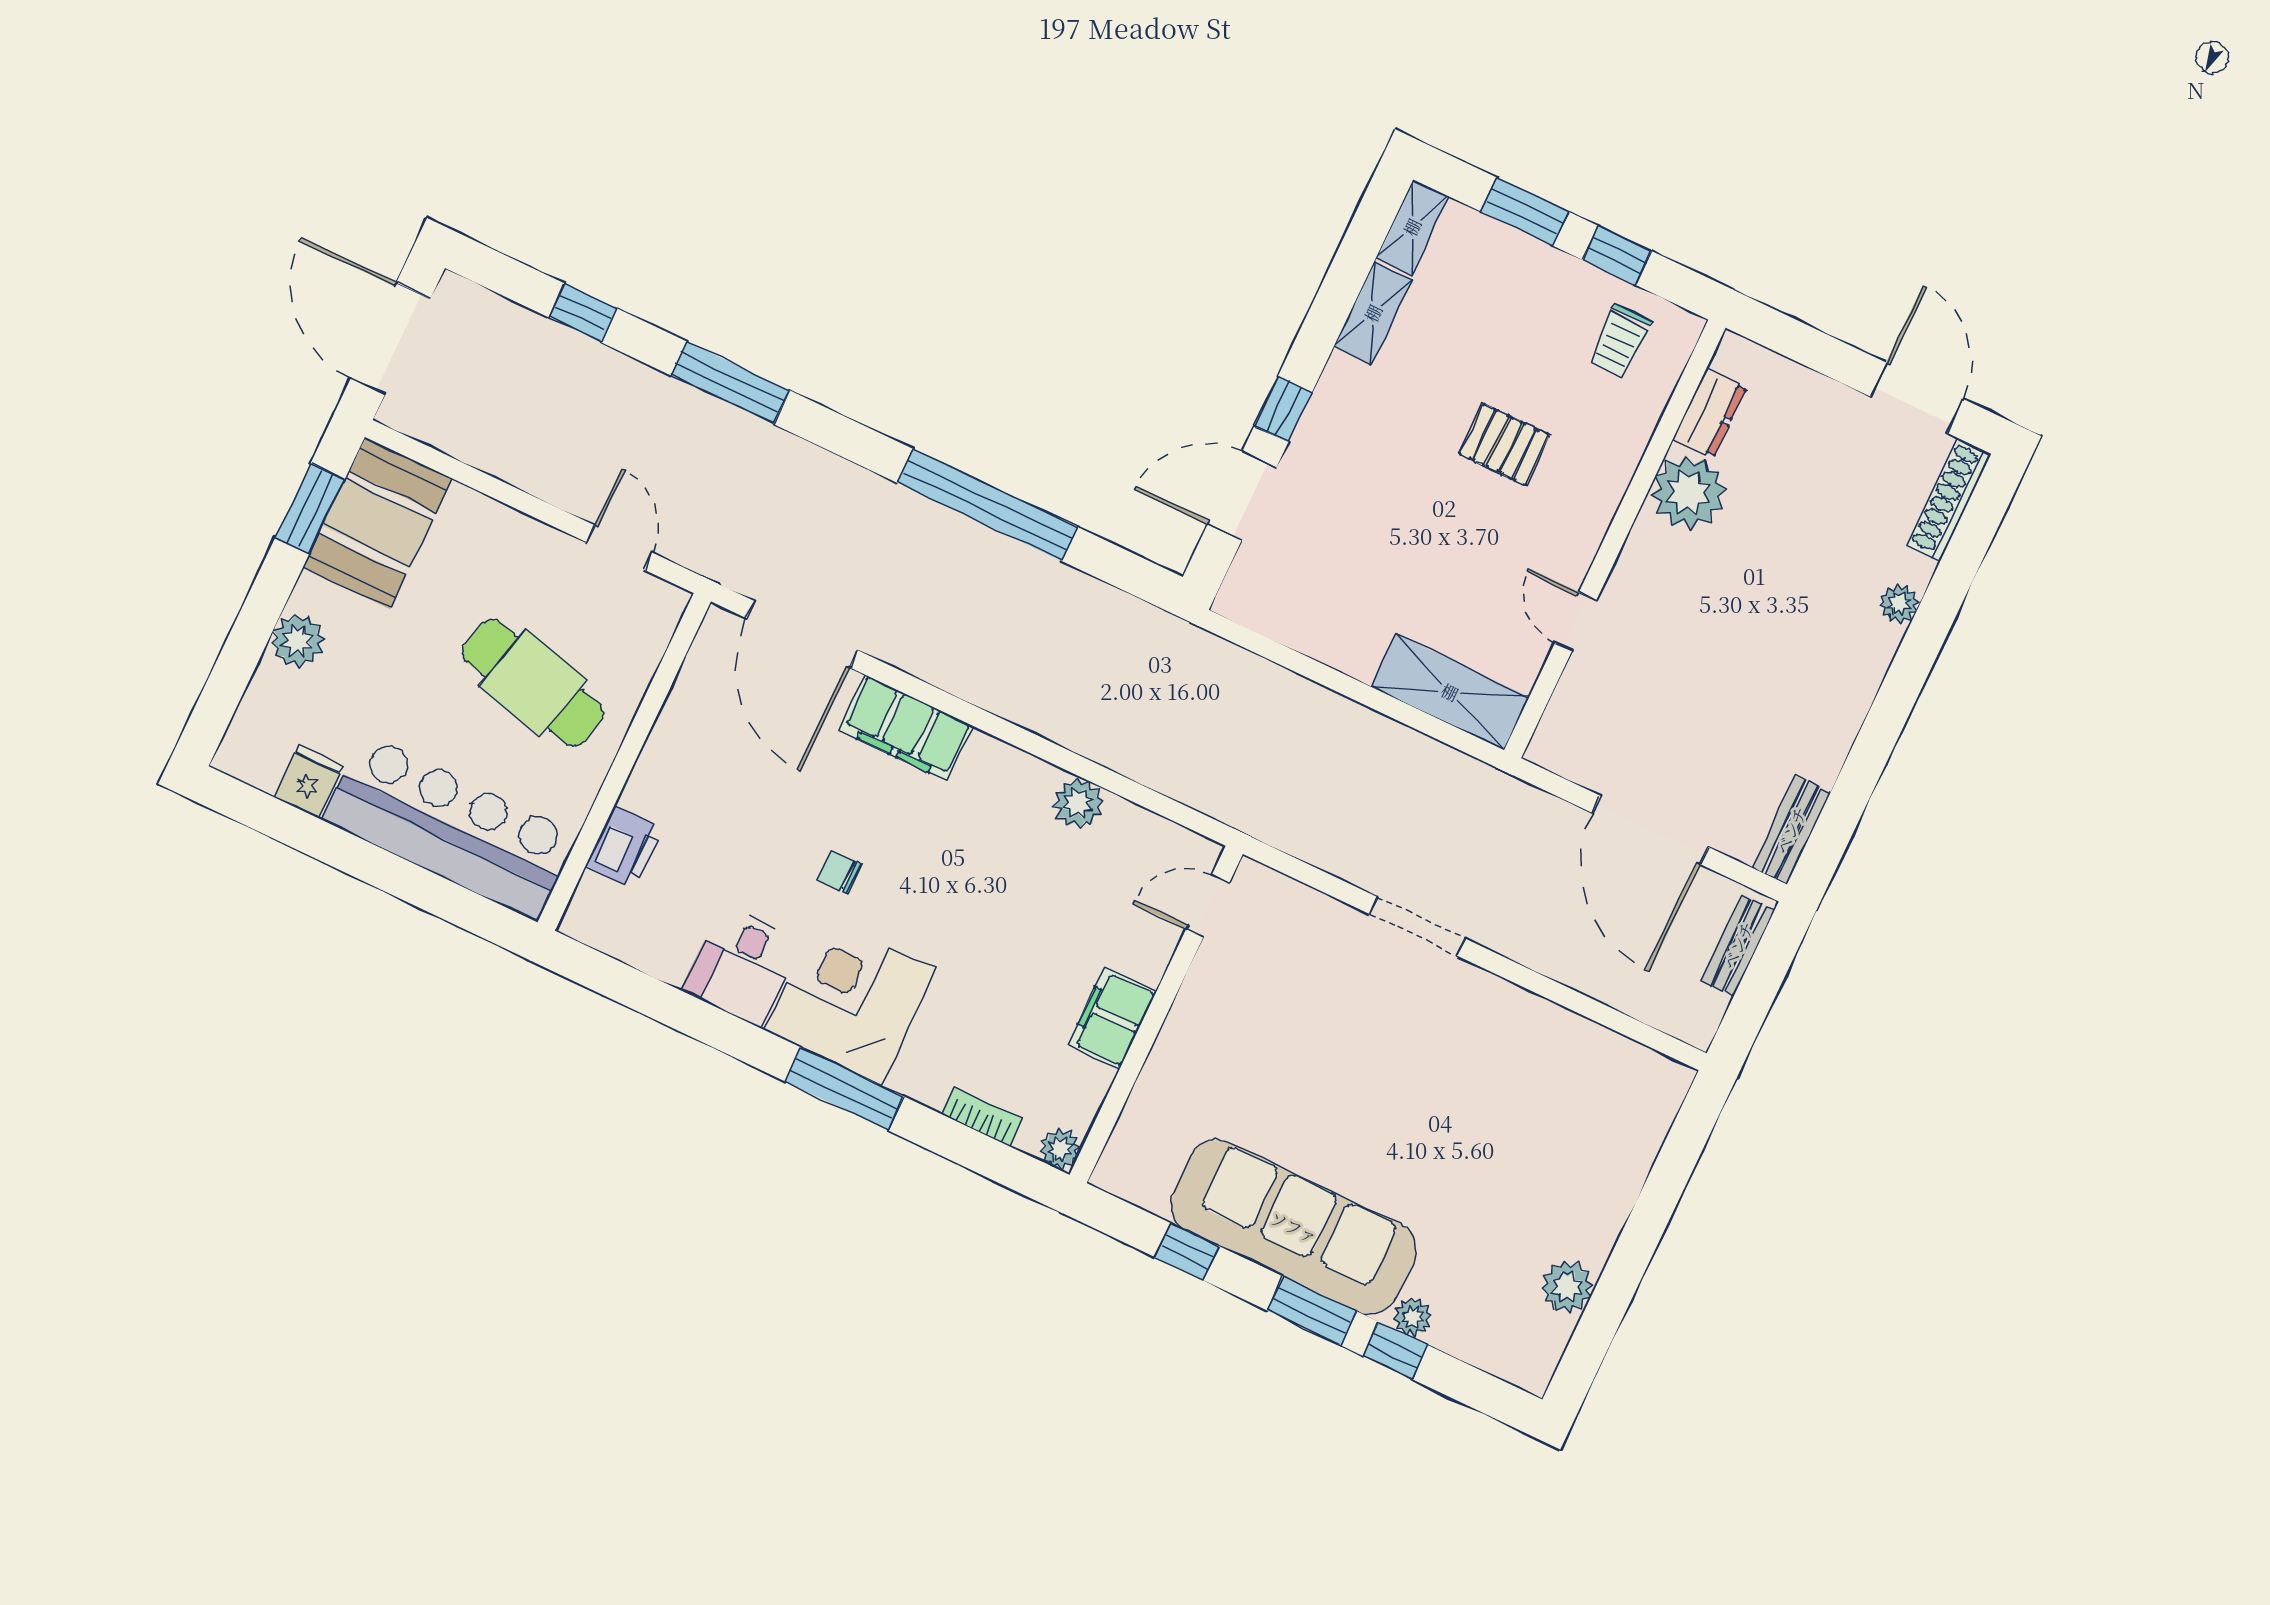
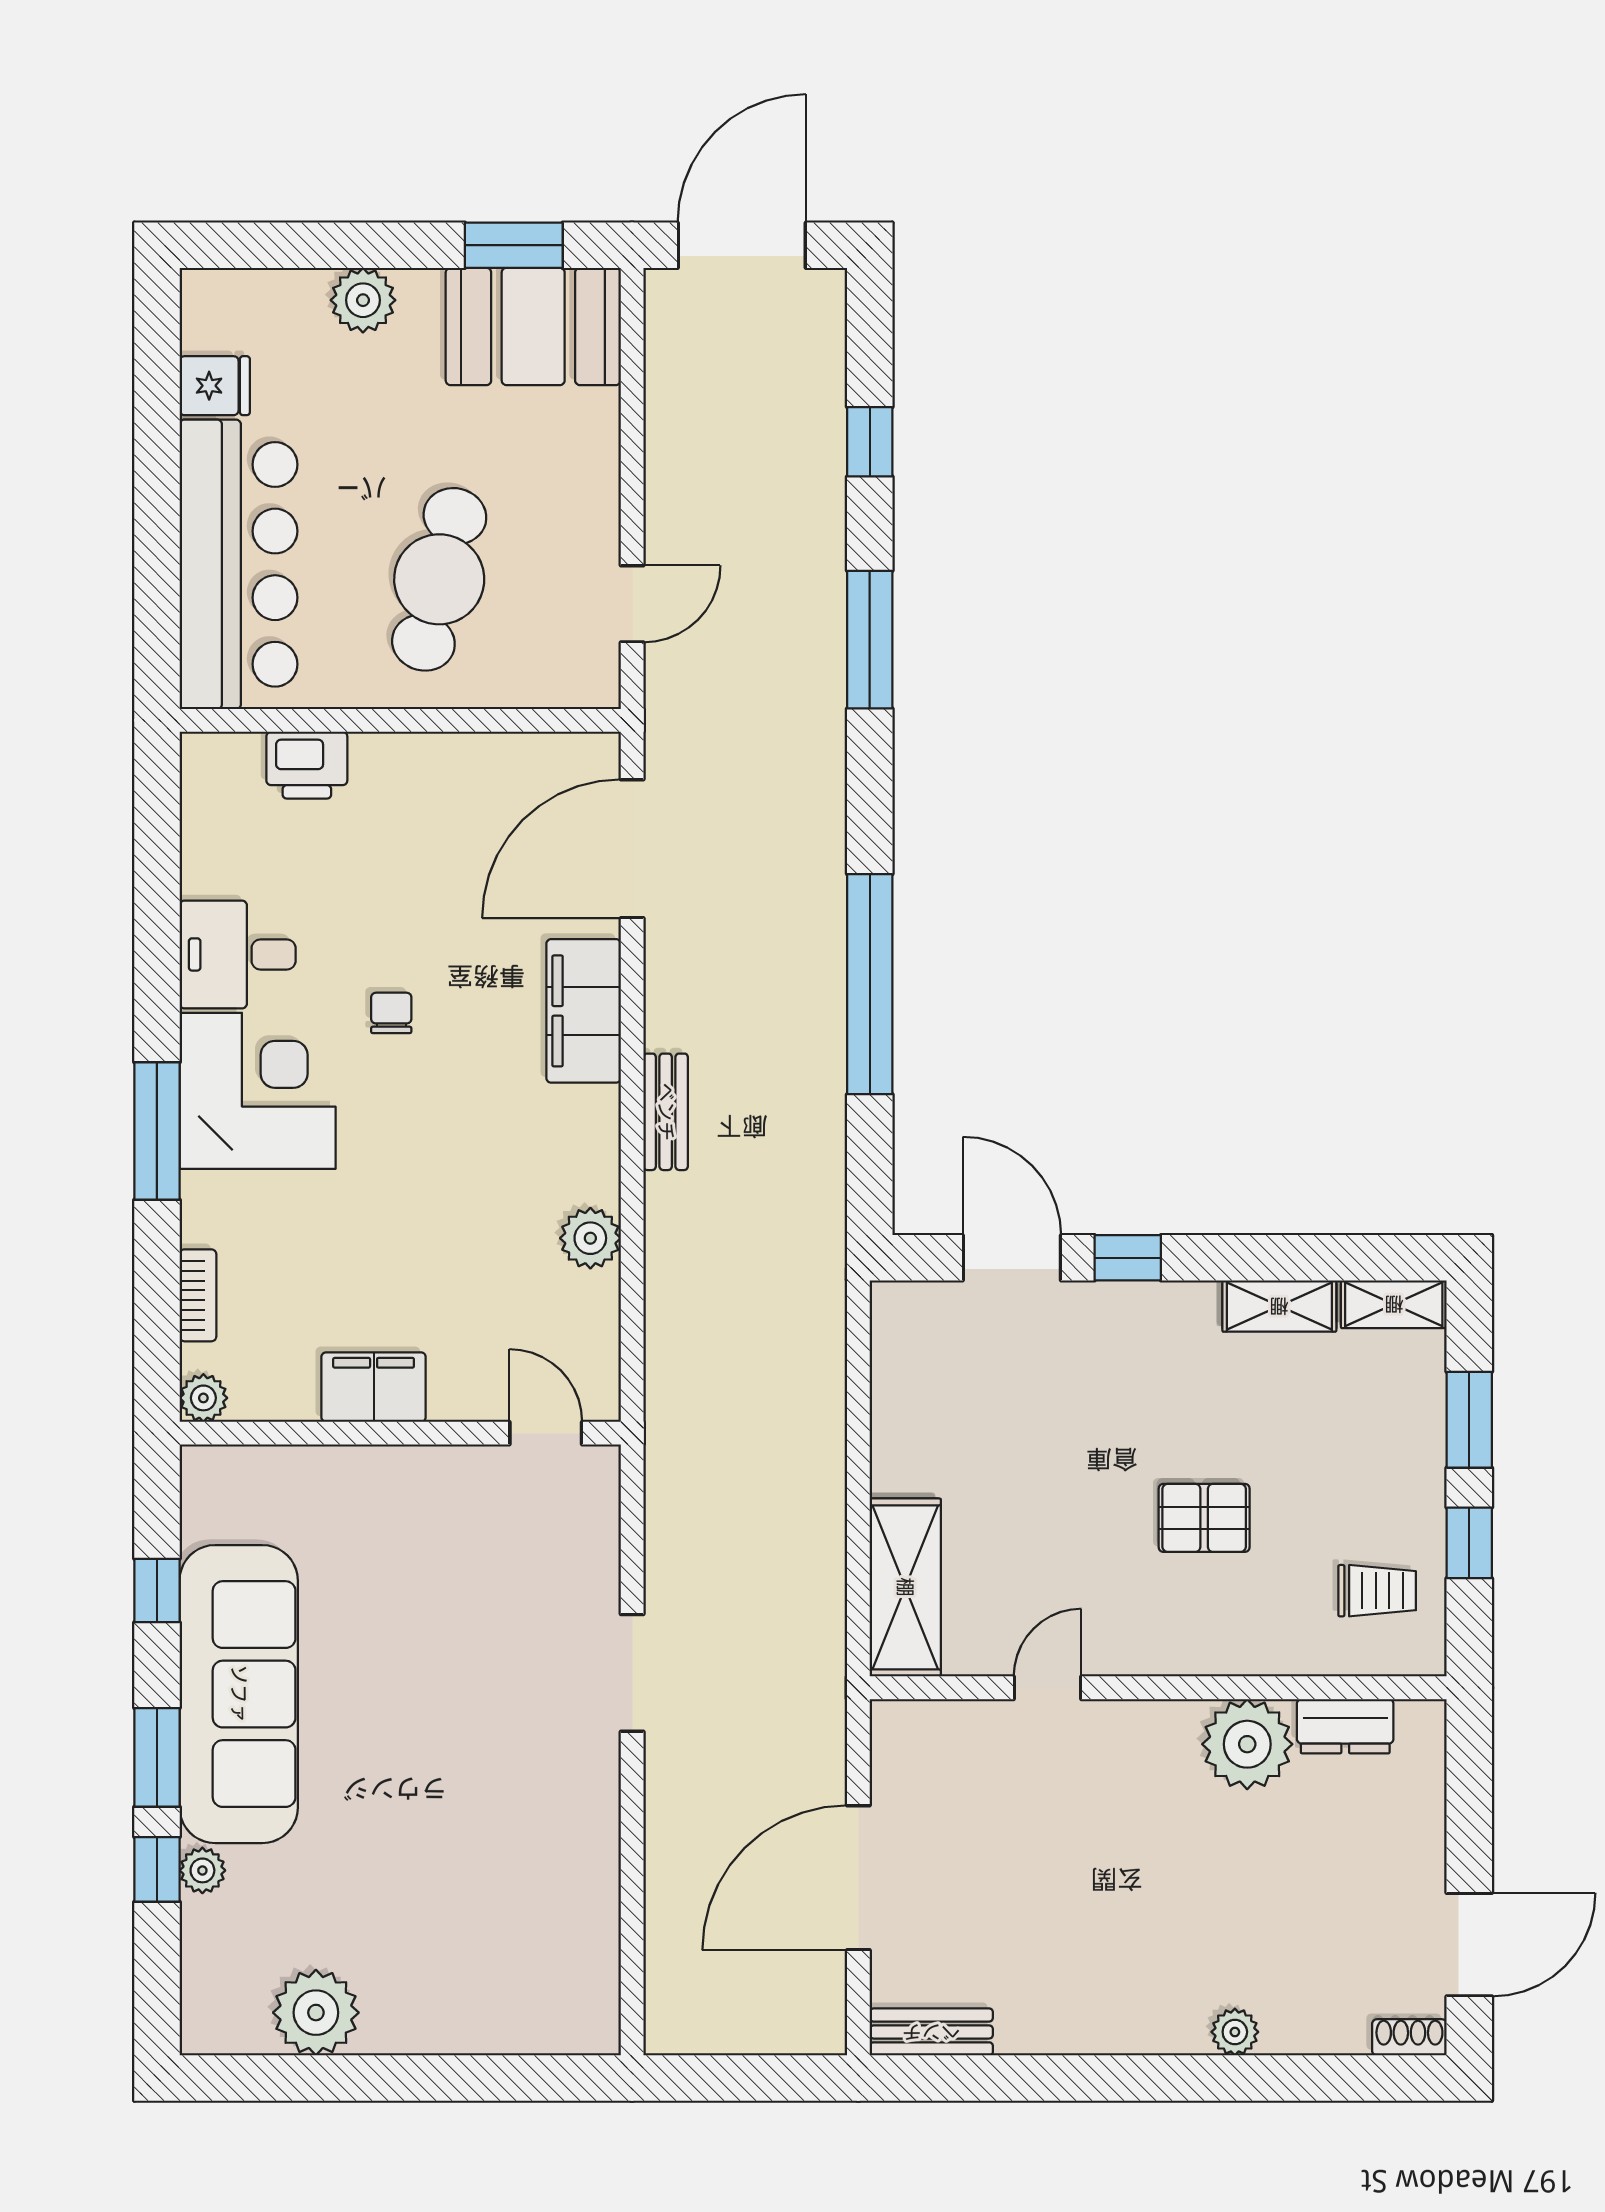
trolley: (1620, 341) -> (1377, 1591), turned 180
pallet: (1504, 444) -> (1204, 1518), turned 90
shoe rack: (1949, 500) -> (1409, 2037), width x0.51, depth x0.81
bench: (1738, 945) -> (666, 1112), moved, turned 90
plant: (1567, 1287) -> (316, 2013), width x1.36, depth x1.36

